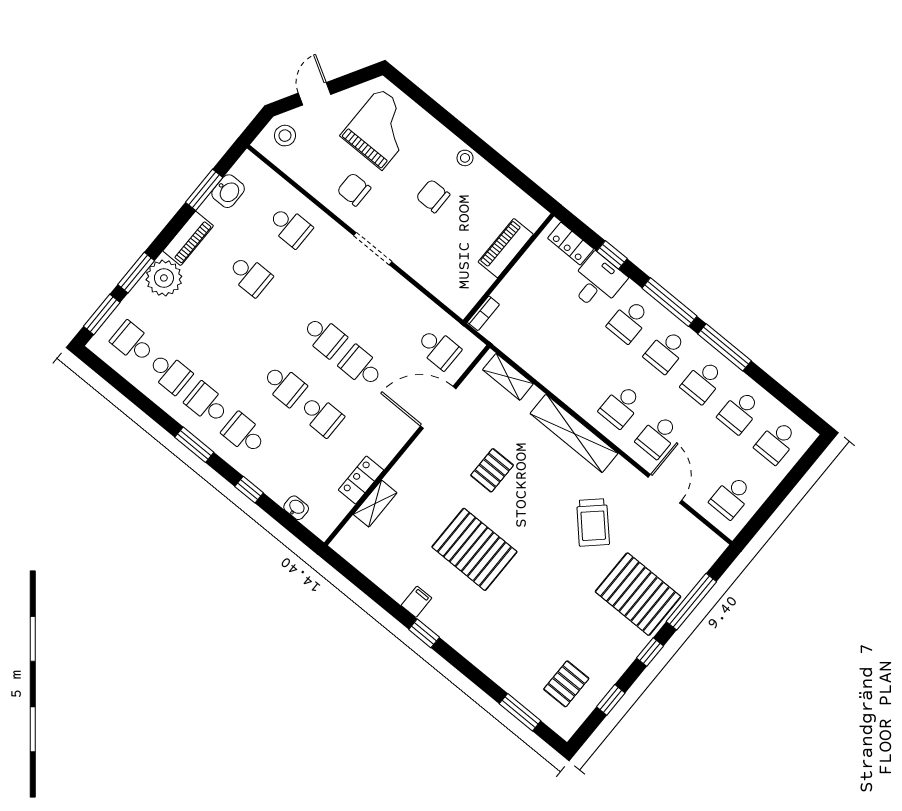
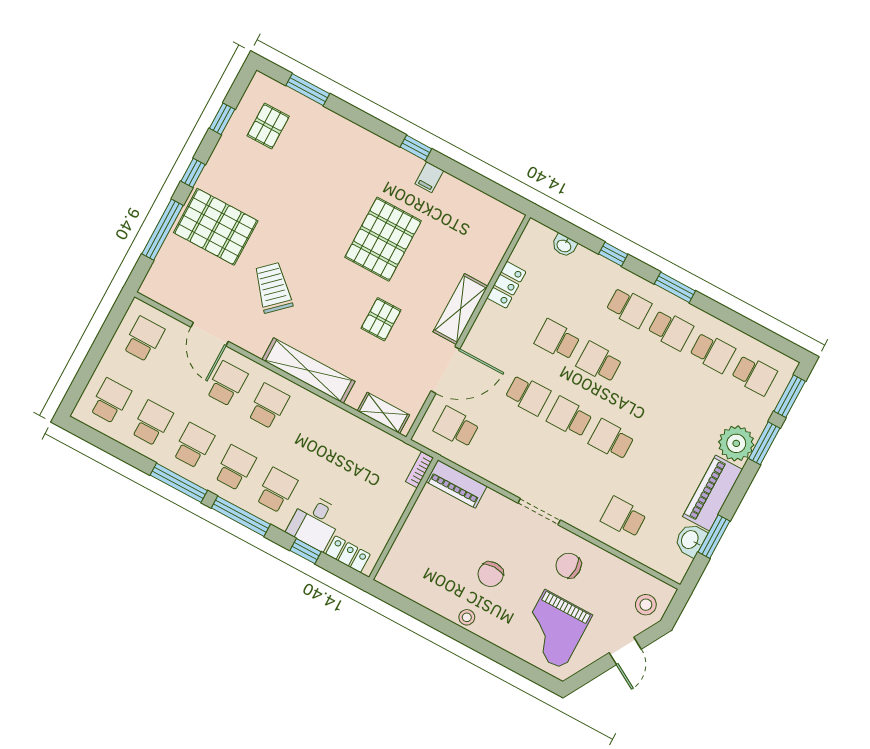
chair: (354, 189) -> (569, 566), turned 180
chair: (433, 196) -> (491, 574), turned 90
piano: (188, 238) -> (713, 493), width x1.37, depth x1.33
piano: (506, 248) -> (457, 484), moved, turned 90
school desk: (250, 275) -> (611, 440), moved
school desk: (170, 373) -> (712, 352), turned 180
shelving: (375, 504) -> (460, 309), moved, width x1.50, depth x1.33
pallet: (474, 549) -> (383, 239), turned 90

